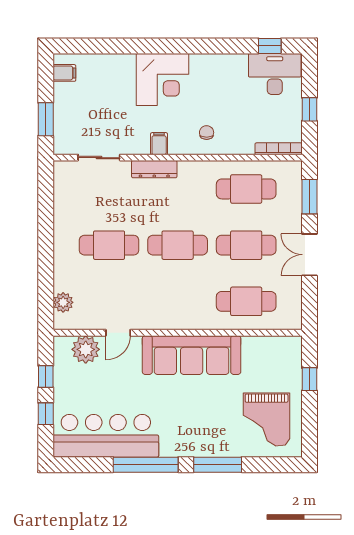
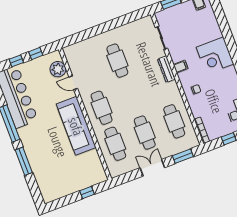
cafe table: (178, 245) -> (102, 108), moved
plant: (63, 302) -> (78, 48), removed
grand piano: (267, 420) -> (57, 178), removed

